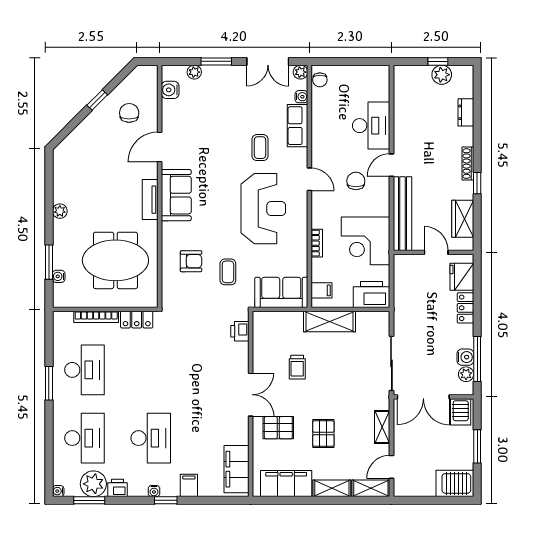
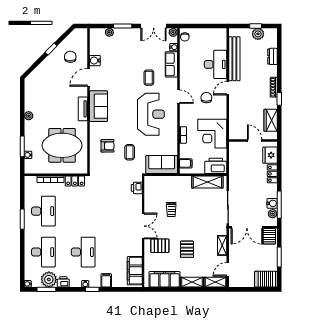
water cooler: (170, 90) -> (95, 61), moved
bench: (402, 214) -> (234, 59), moved
shelving: (329, 322) -> (207, 182), moved

